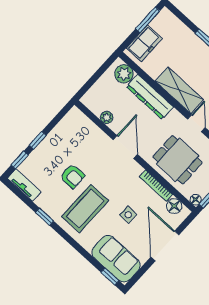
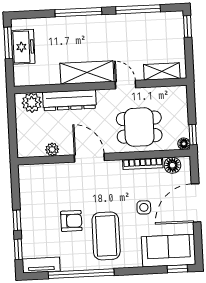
freezer: (144, 43) -> (23, 47), moved
window: (45, 217) -> (81, 274), width x3.17
door: (165, 246) -> (196, 203), hinge flipped

